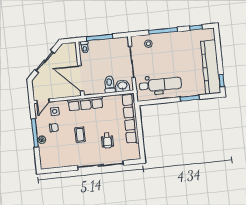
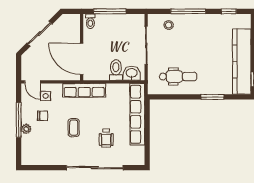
dental chair: (160, 85) -> (178, 77), width x0.73, depth x0.72
door: (43, 101) -> (33, 82), hinge flipped

